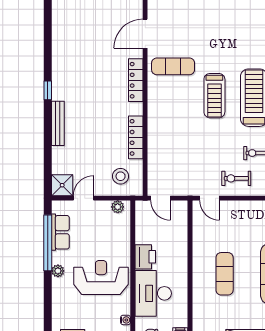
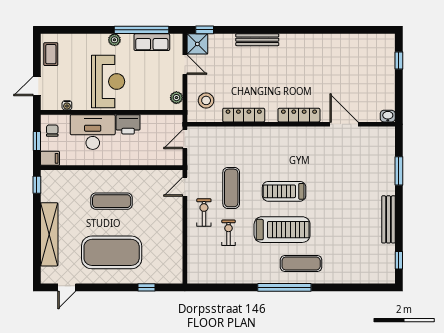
exercise mat: (173, 66) -> (231, 188), moved
window: (48, 90) -> (205, 30), moved

